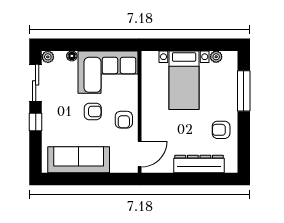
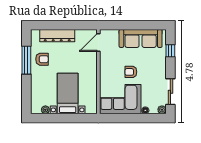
window: (244, 91) -> (26, 60), moved
armchair: (124, 120) -> (109, 66), removed
window: (36, 122) -> (170, 51), moved

